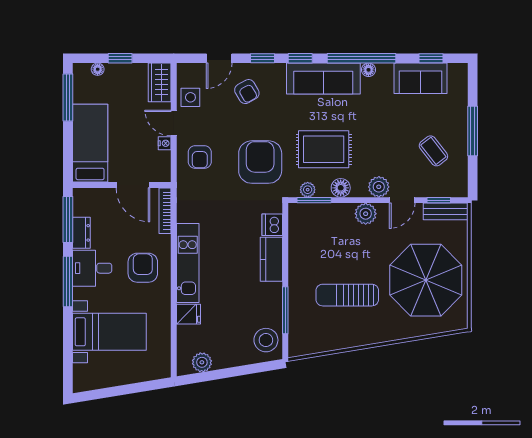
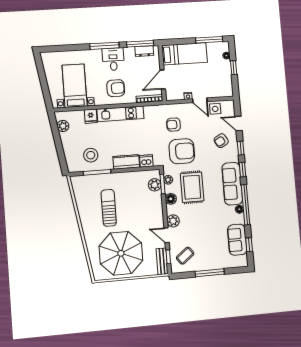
wardrobe: (160, 82) -> (222, 91), removed
door: (174, 123) -> (200, 100), swing flipped
coffee table: (433, 151) -> (185, 256), moved
armchair: (200, 157) -> (174, 125), moved
plant: (366, 214) -> (155, 185), moved
dresser: (81, 233) -> (144, 51), moved
bed with nightstands: (109, 332) -> (75, 86), moved, turned 180
stool: (266, 340) -> (91, 155), moved

